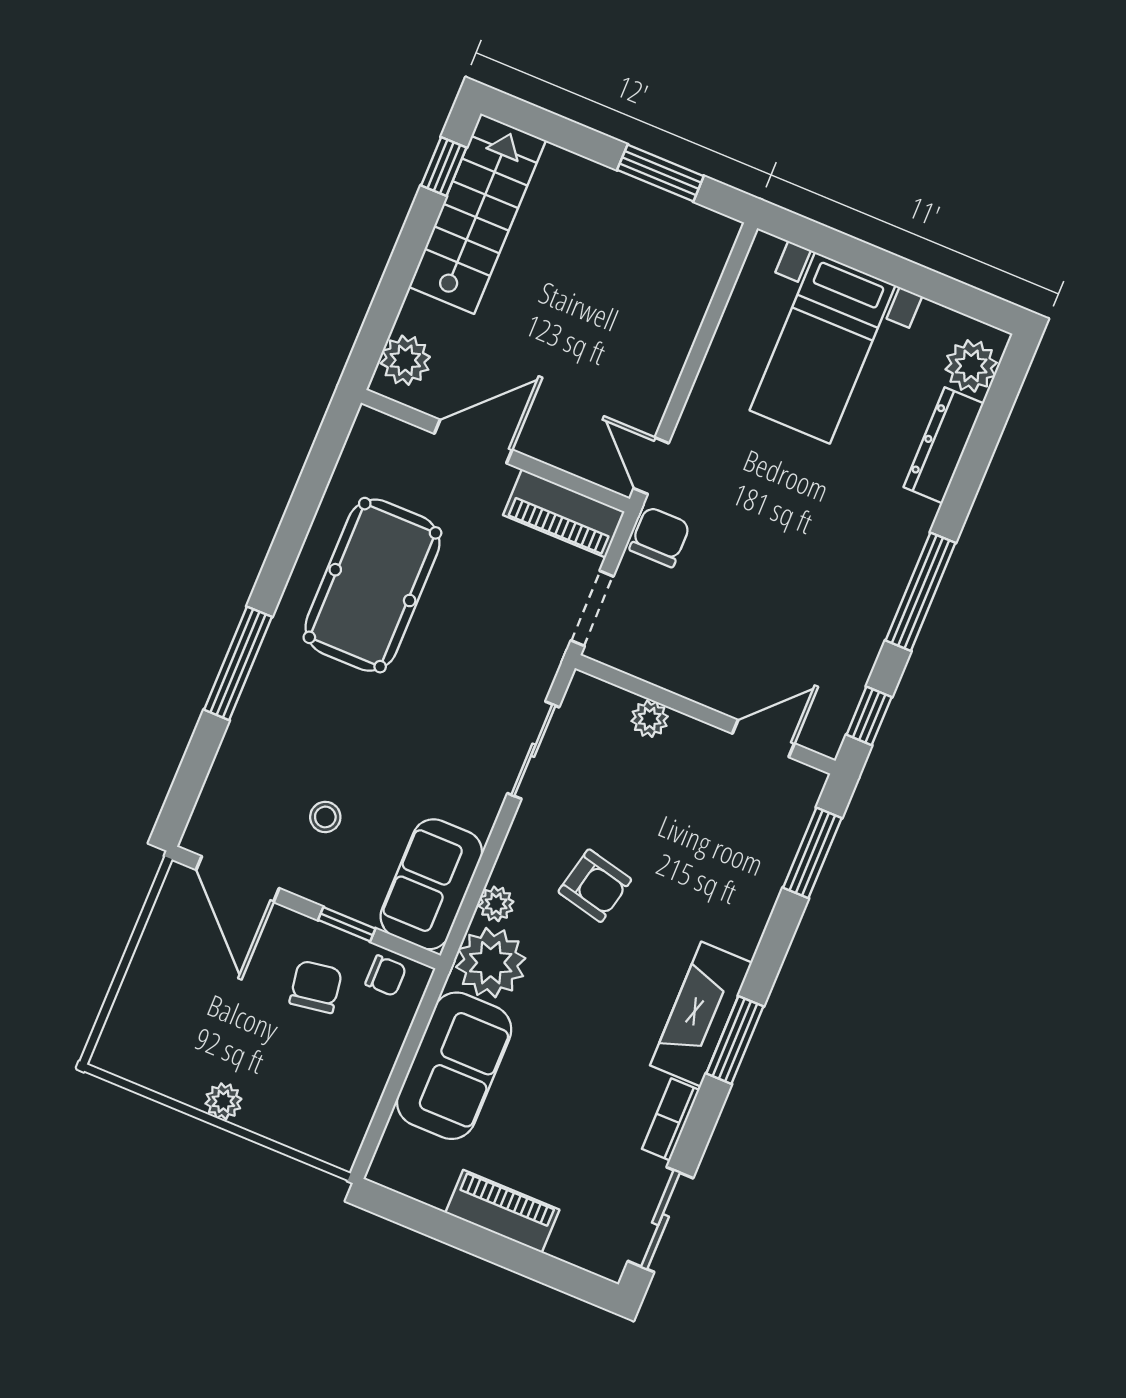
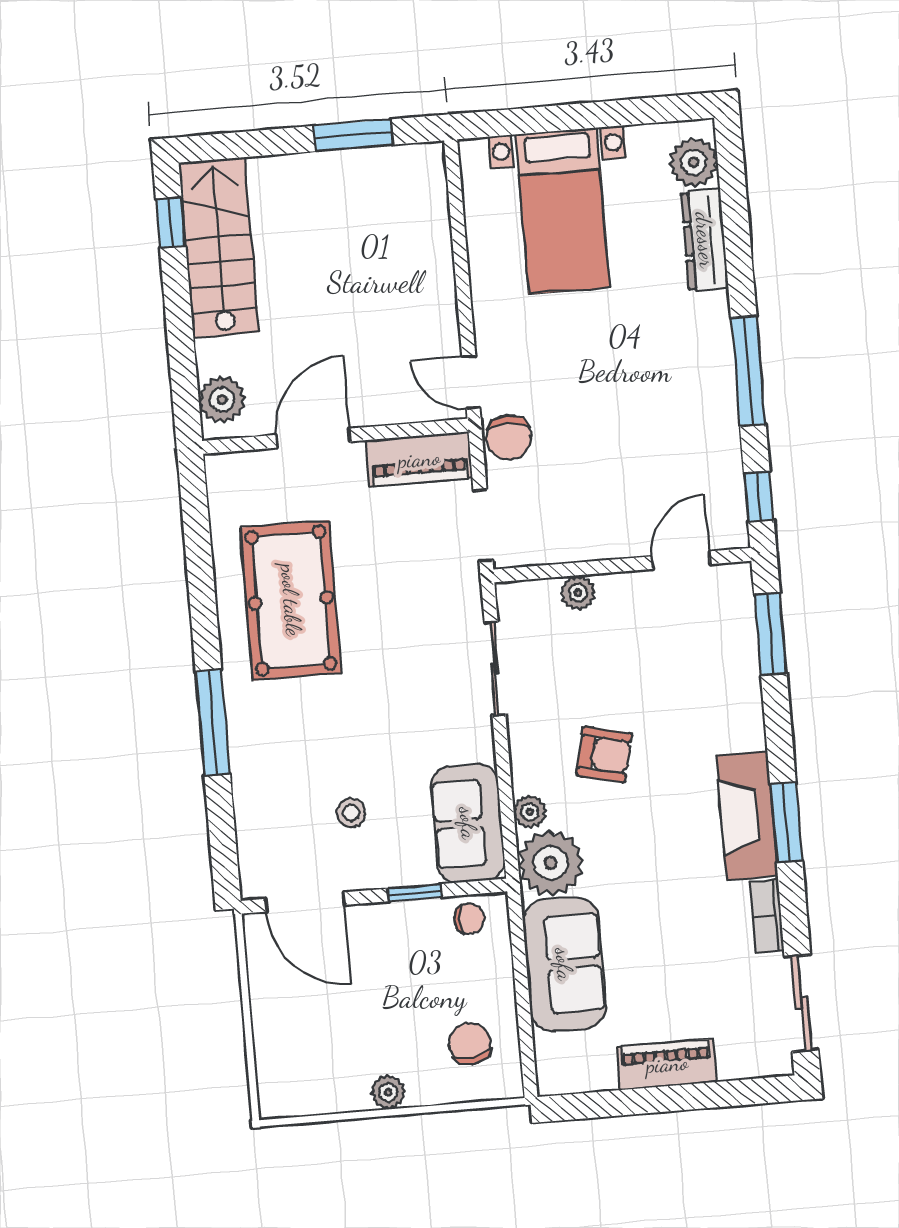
chair: (660, 537) -> (509, 437), turned 180
chair: (316, 987) -> (470, 1044), moved

